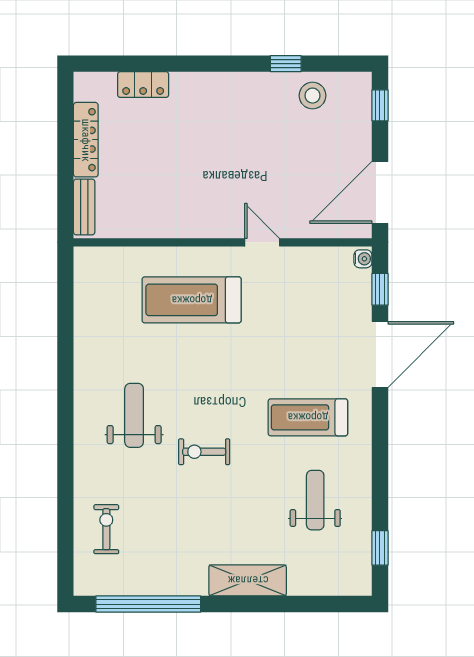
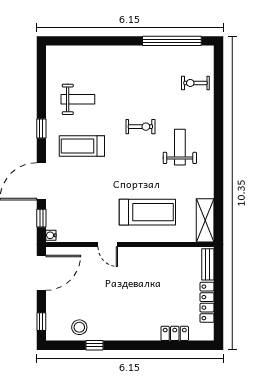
weight bench: (134, 415) -> (180, 147), turned 180
treadmill: (308, 417) -> (82, 146), turned 180
weight bench: (315, 500) -> (78, 99), turned -90
exercise bike: (106, 529) -> (195, 83), turned 90
window: (380, 548) -> (41, 128), moved
shelving: (248, 580) -> (205, 220), moved, turned 90

